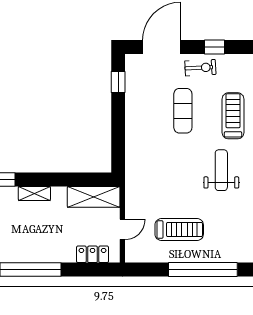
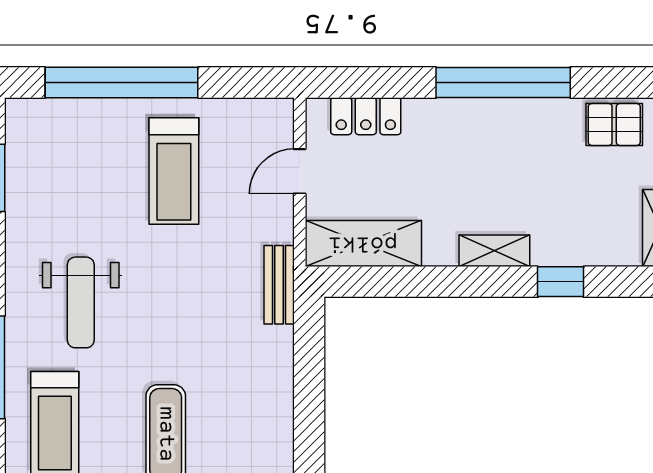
bench: (132, 178) -> (279, 285), added
treadmill: (179, 230) -> (174, 171), turned -90

